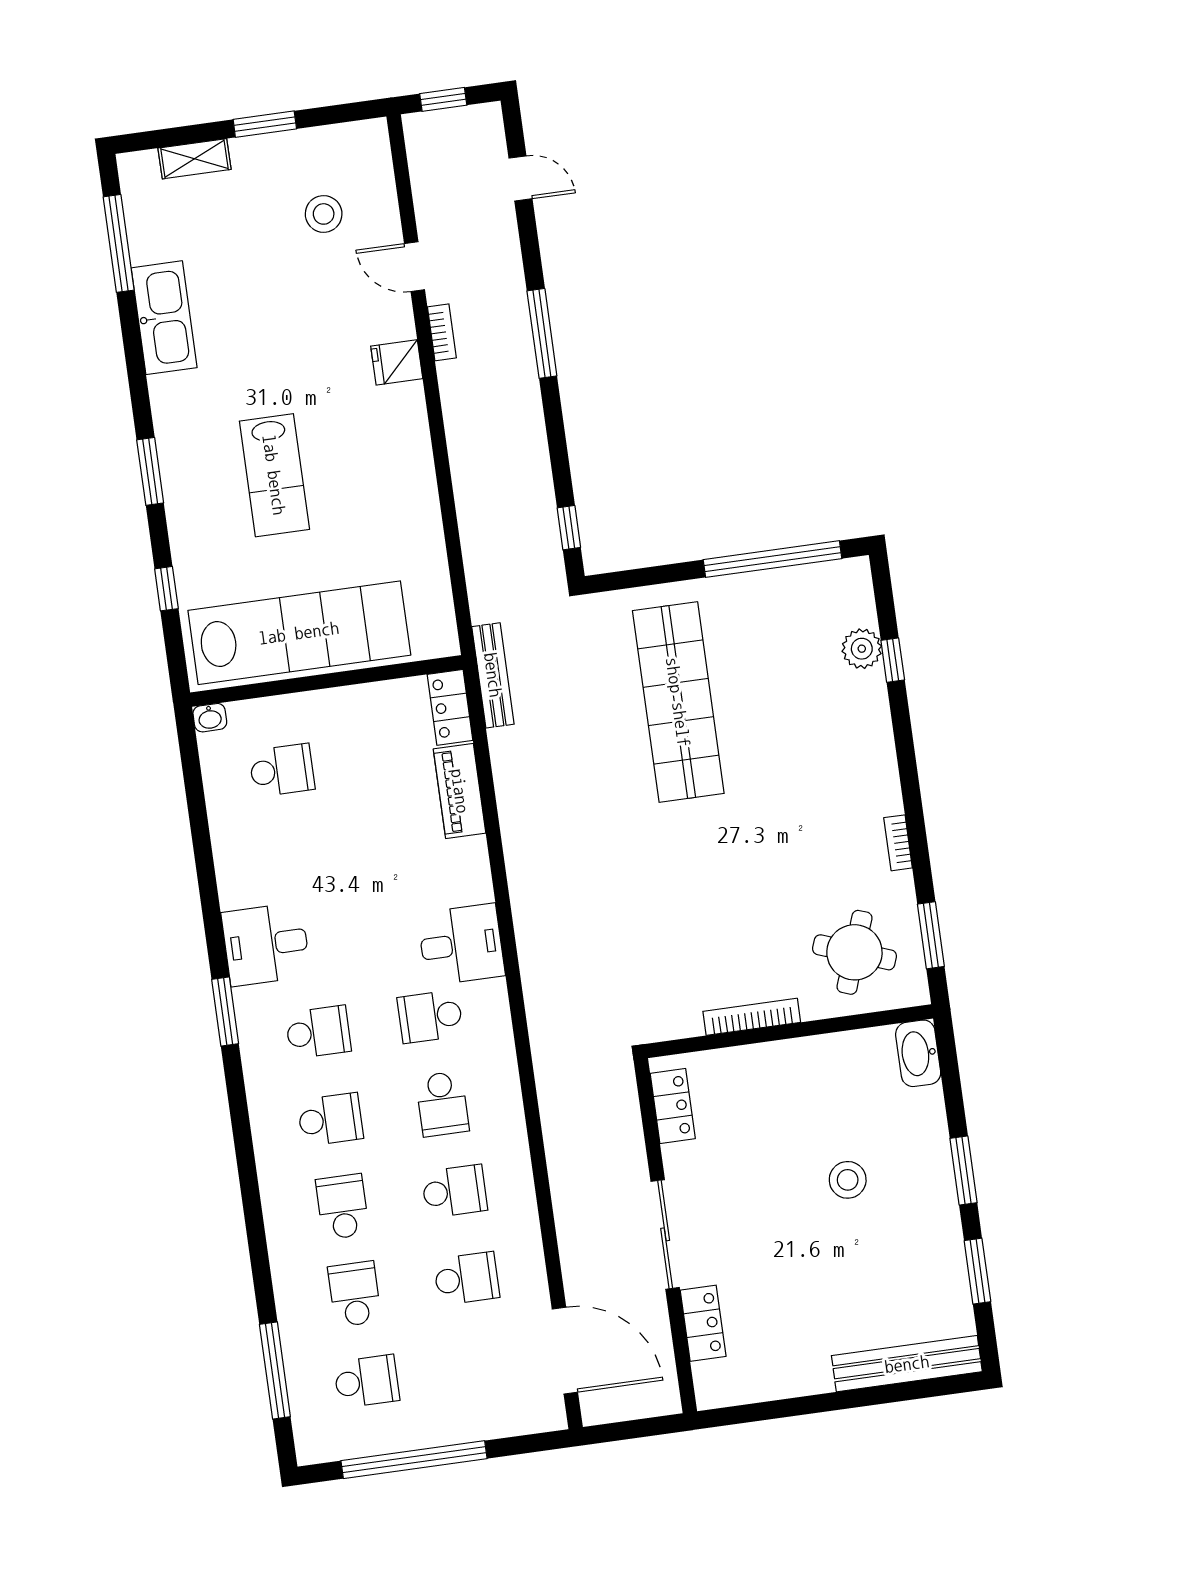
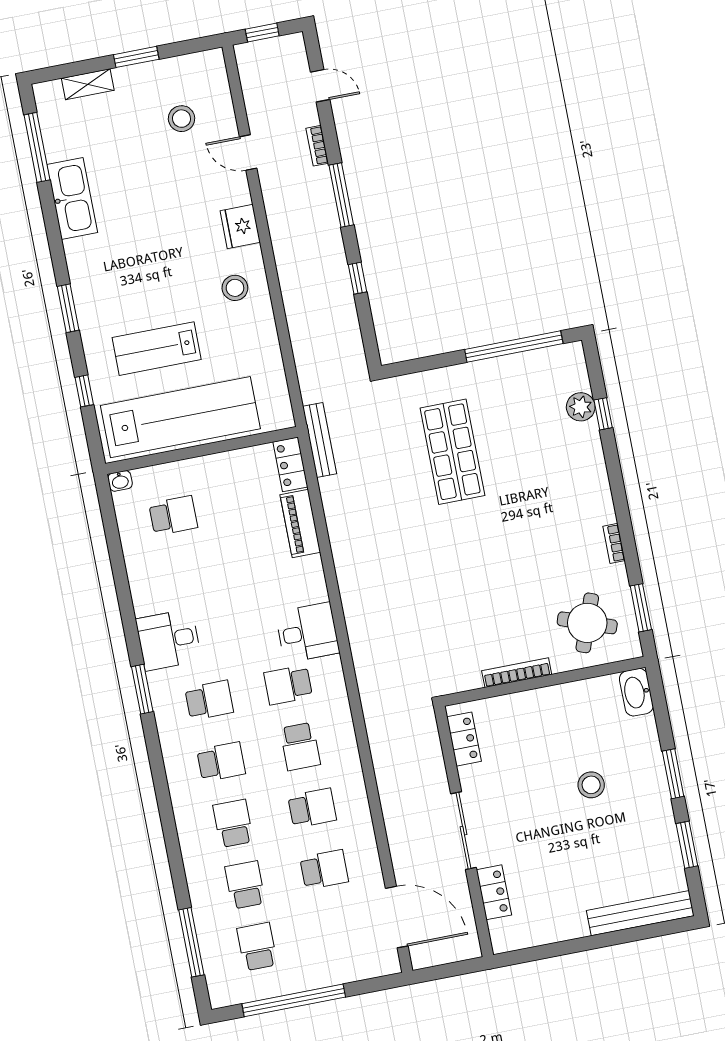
bookcase: (442, 332) -> (317, 146), moved, turned 180
fridge: (397, 362) -> (240, 227), width x1.38
stool: (386, 456) -> (235, 288), added
lab bench: (274, 475) -> (157, 349), moved, turned 90
window: (569, 528) -> (357, 278), moved
shop shelf: (678, 702) -> (452, 452), width x0.71
school desk: (367, 1381) -> (257, 947), turned -90

